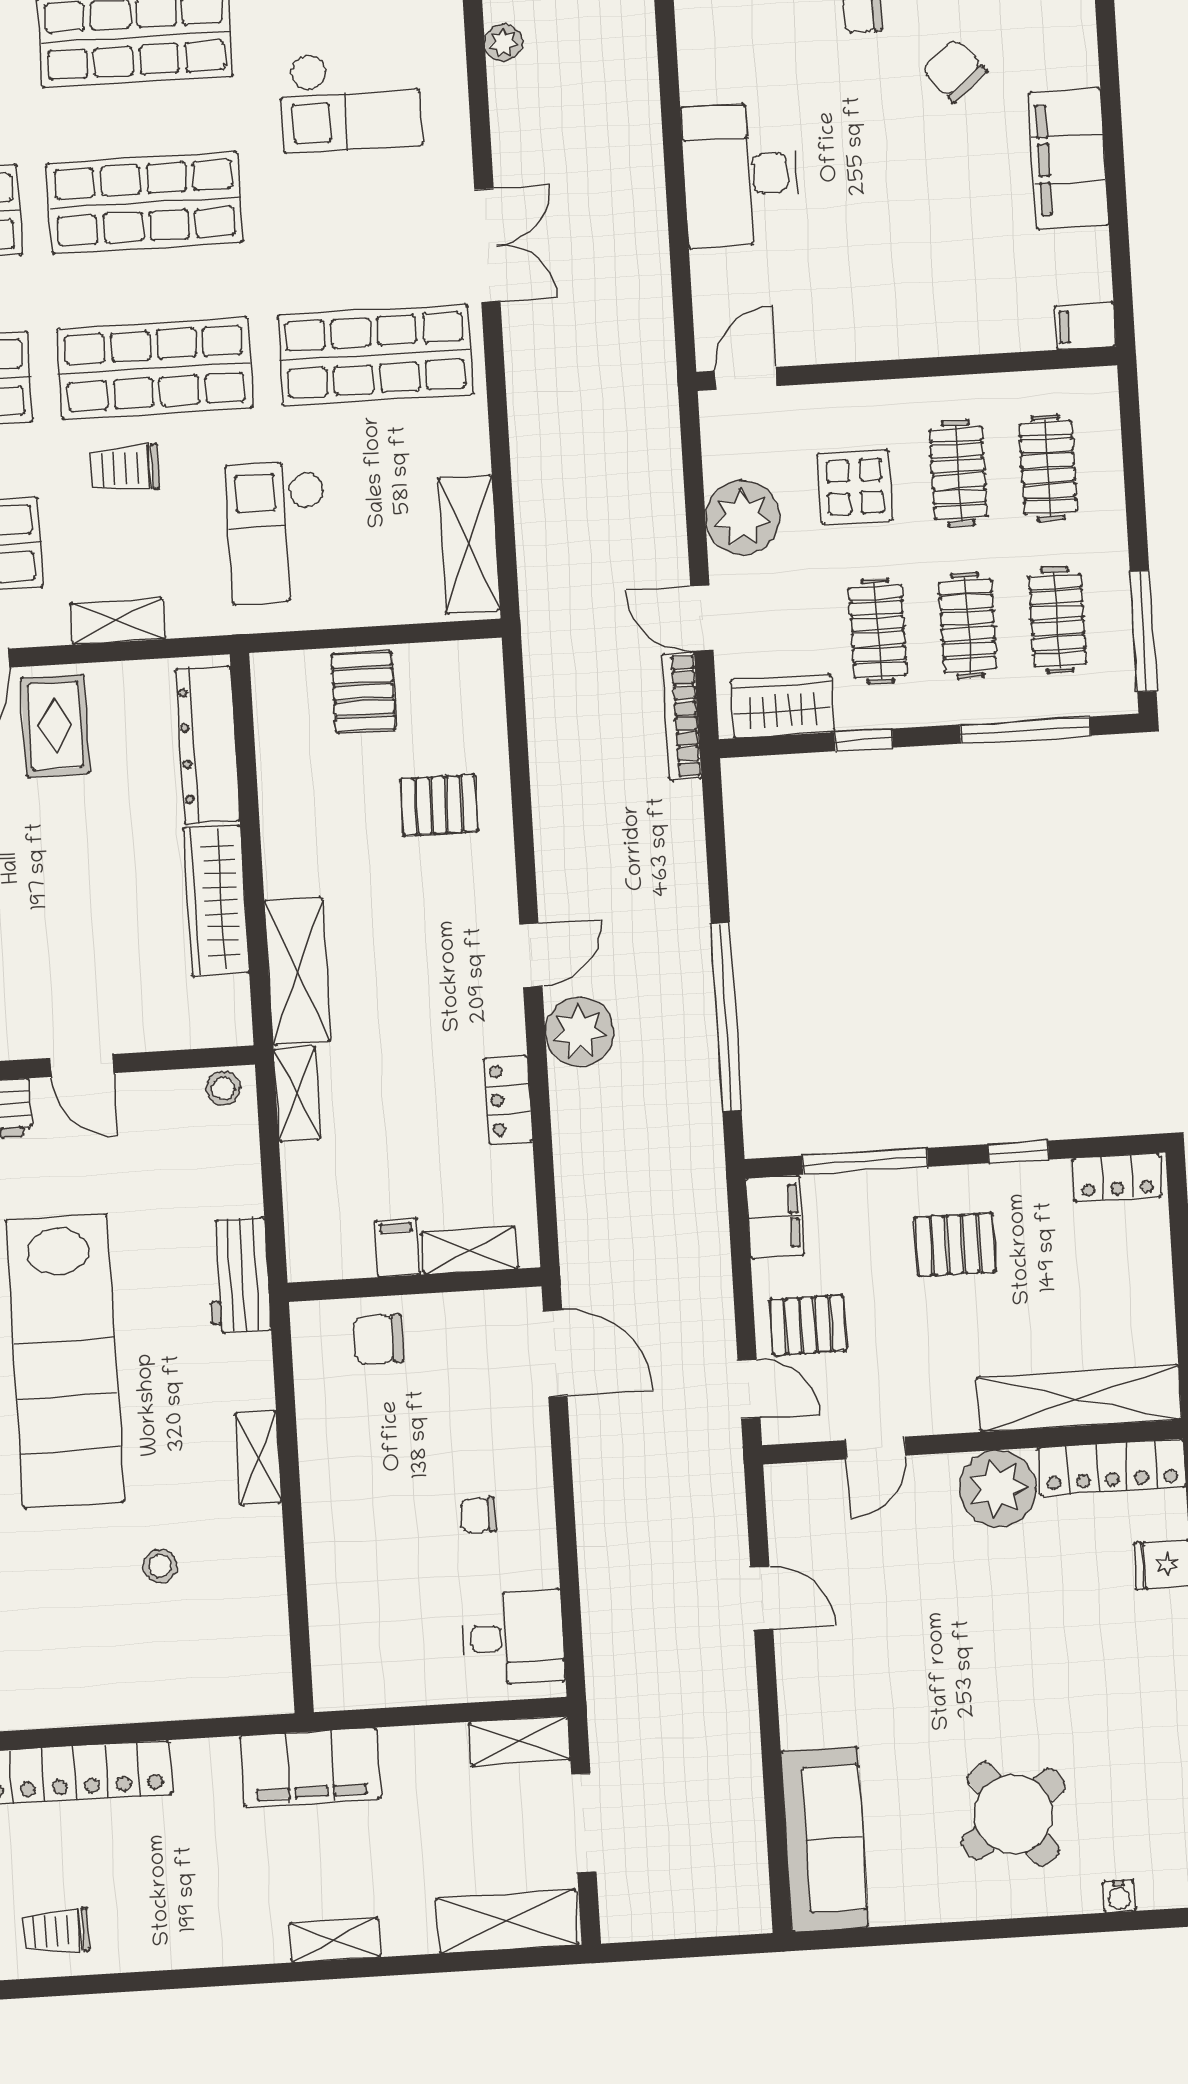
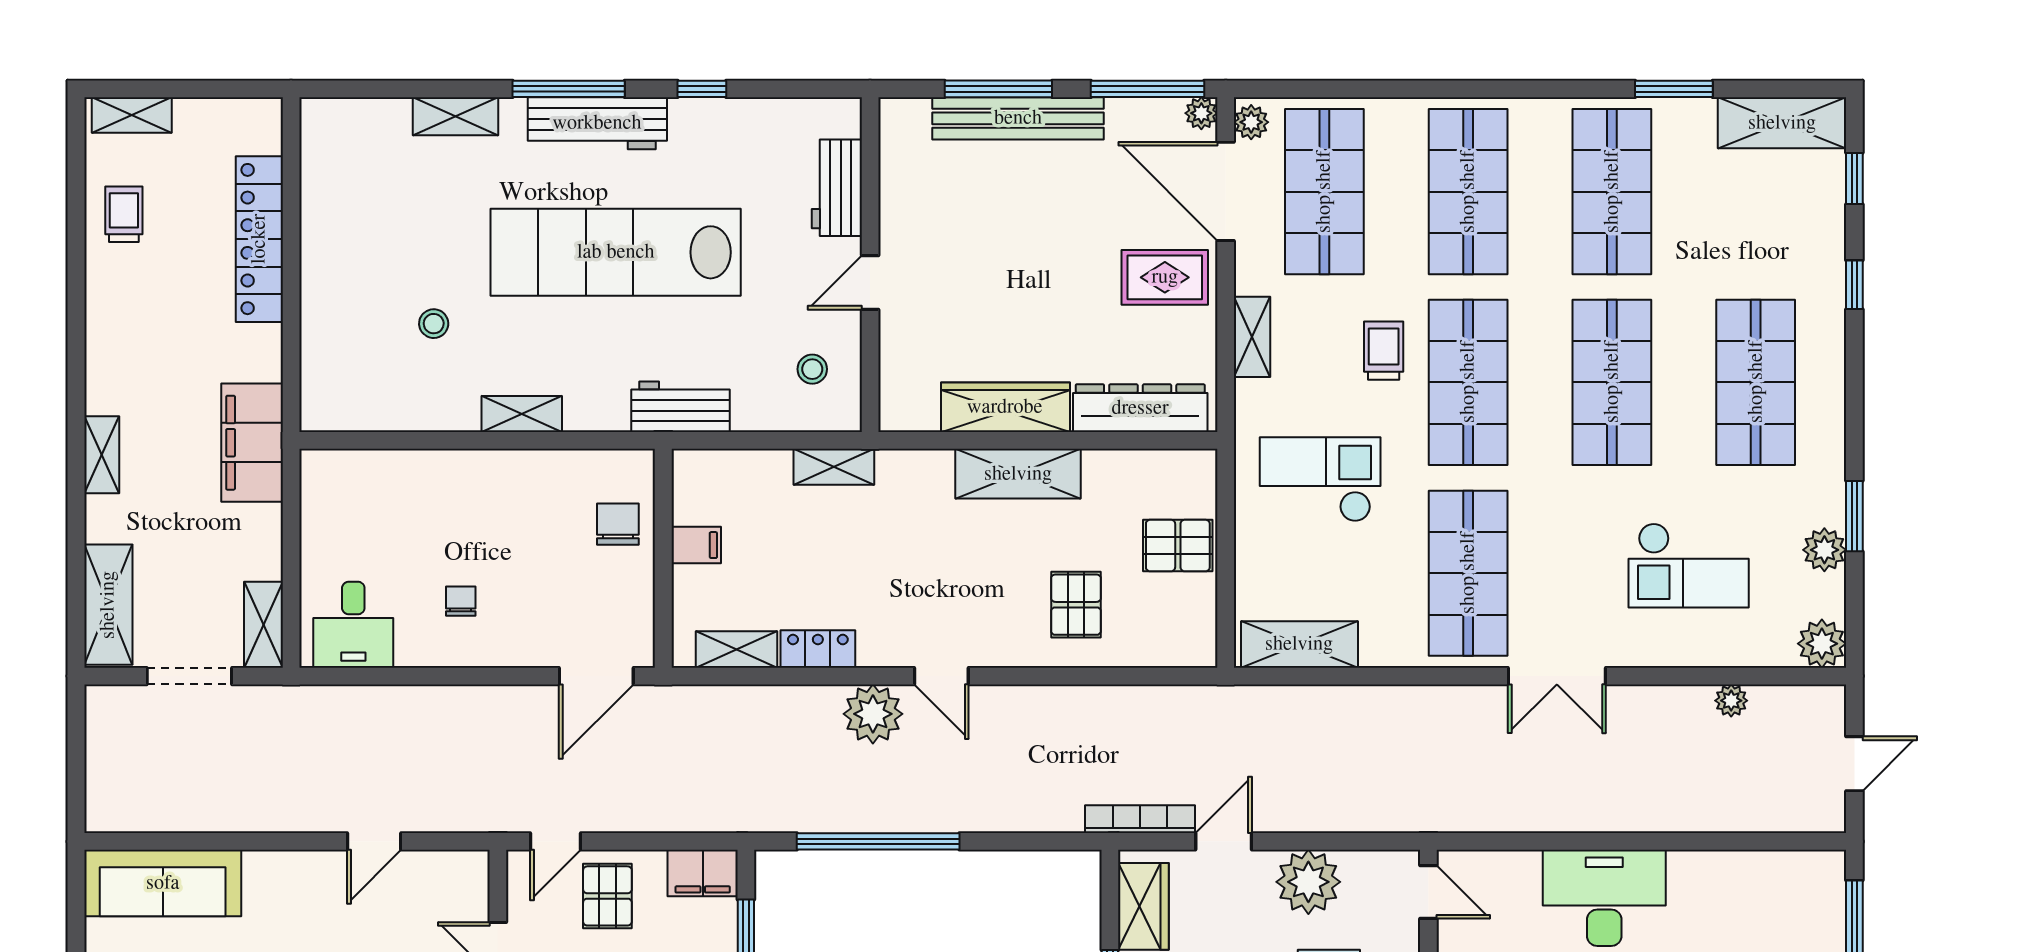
checkout: (350, 101) -> (1689, 565), turned -90
shelving: (297, 971) -> (1018, 474), moved
stool: (223, 1088) -> (812, 369), moved
shelving: (470, 1250) -> (736, 649), moved, turned 90

